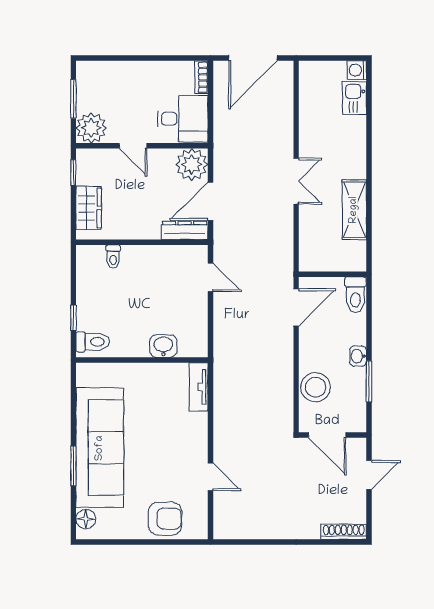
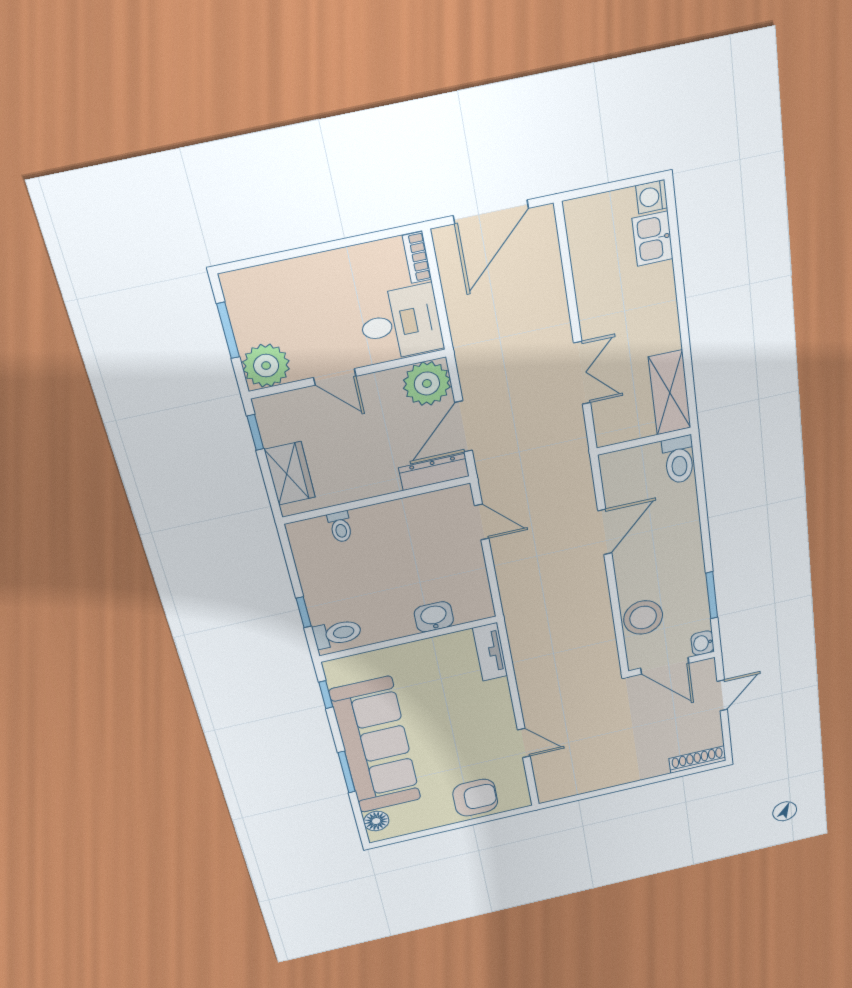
wall: (333, 274) -> (644, 441), moved
toilet: (355, 295) -> (679, 460), moved
washbasin: (358, 356) -> (702, 643), moved
window: (73, 392) -> (326, 695), added

